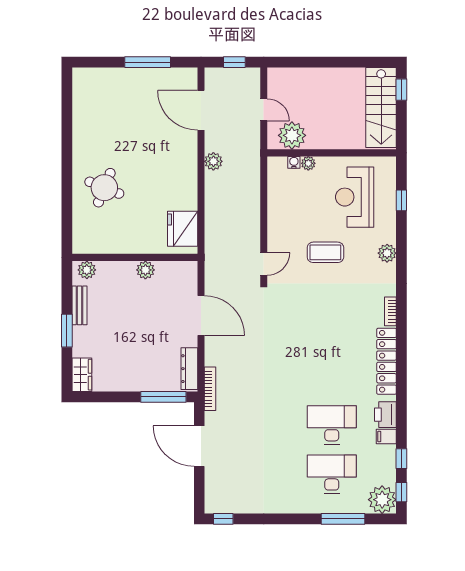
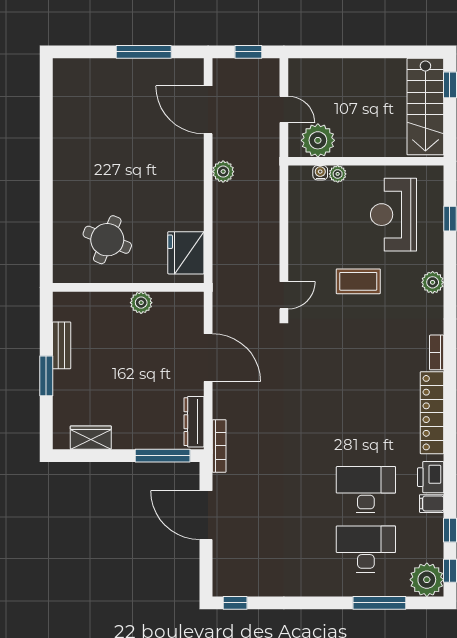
round table: (104, 188) -> (107, 240), moved
plant: (87, 270) -> (70, 302), removed
wardrobe: (82, 375) -> (91, 438), moved, turned -90

